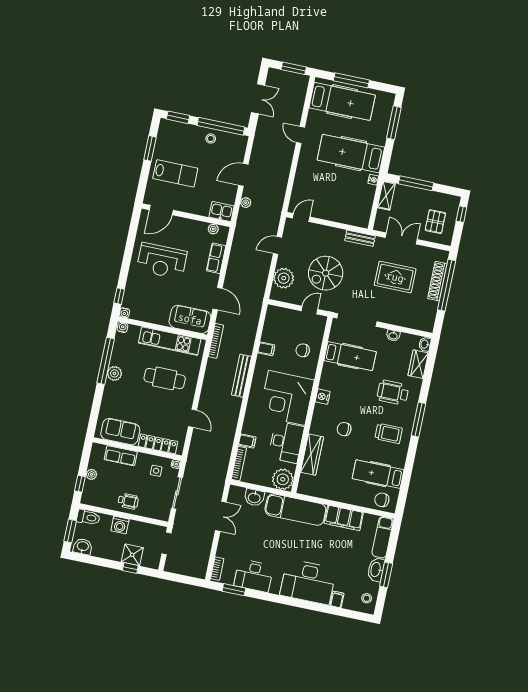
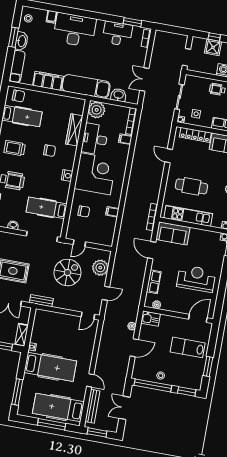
bench: (241, 376) -> (92, 406), moved

